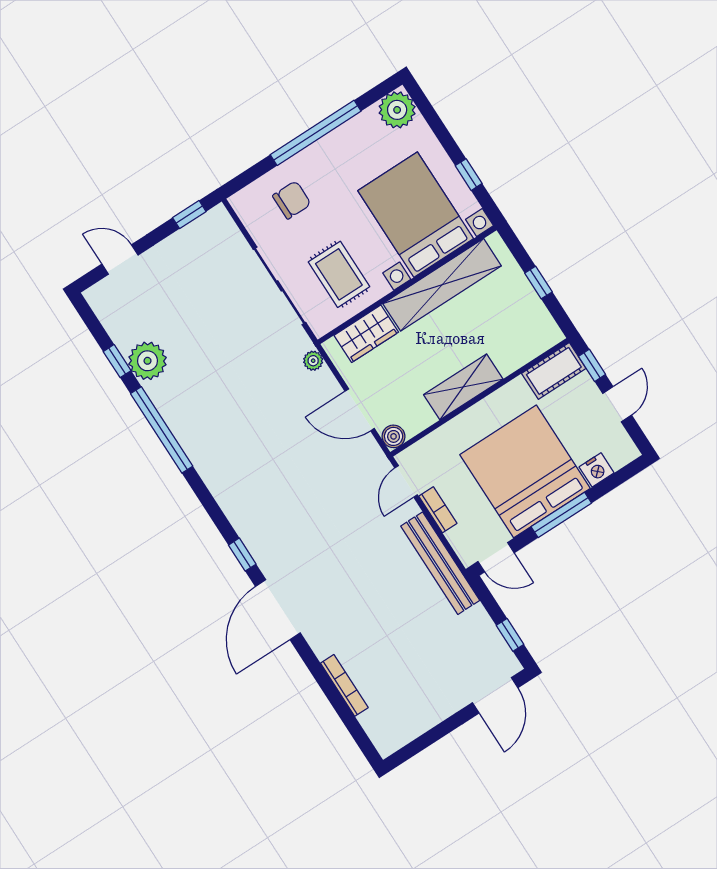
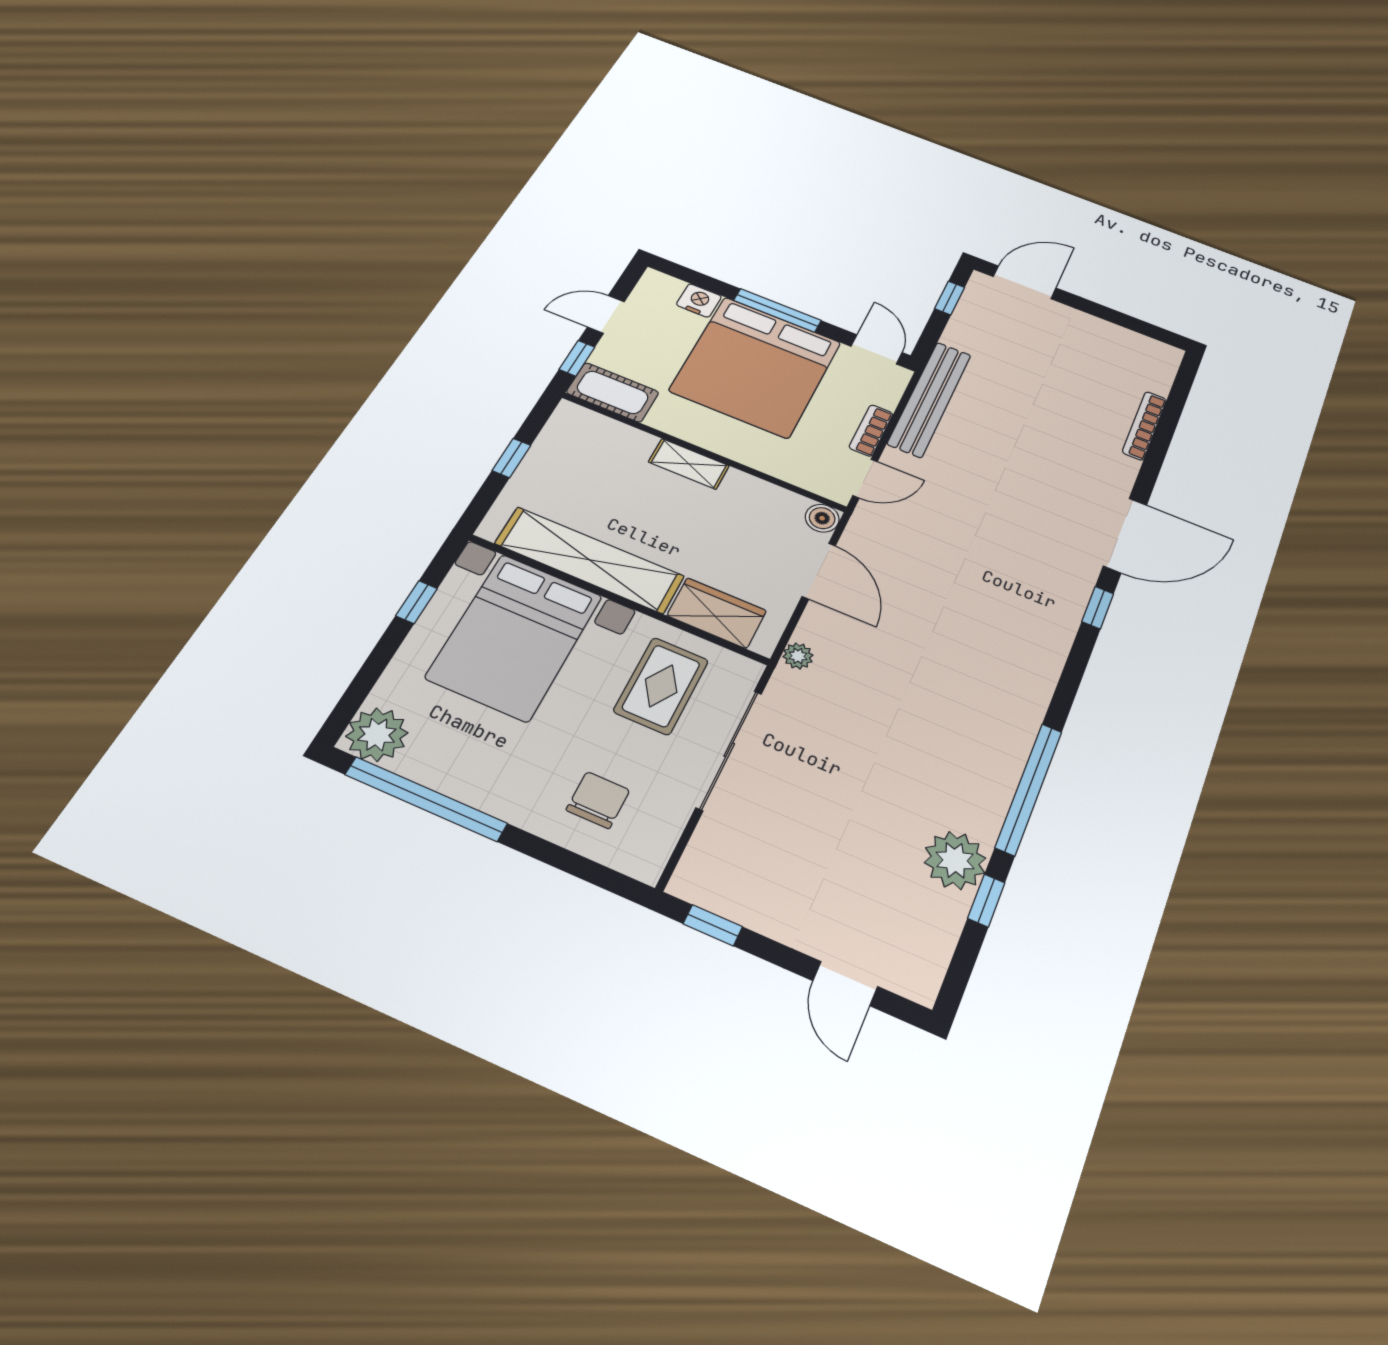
window: (316, 133) -> (426, 799), moved
chair: (292, 200) -> (598, 800), turned 90
shelving: (463, 387) -> (689, 464), width x0.67, depth x0.75

